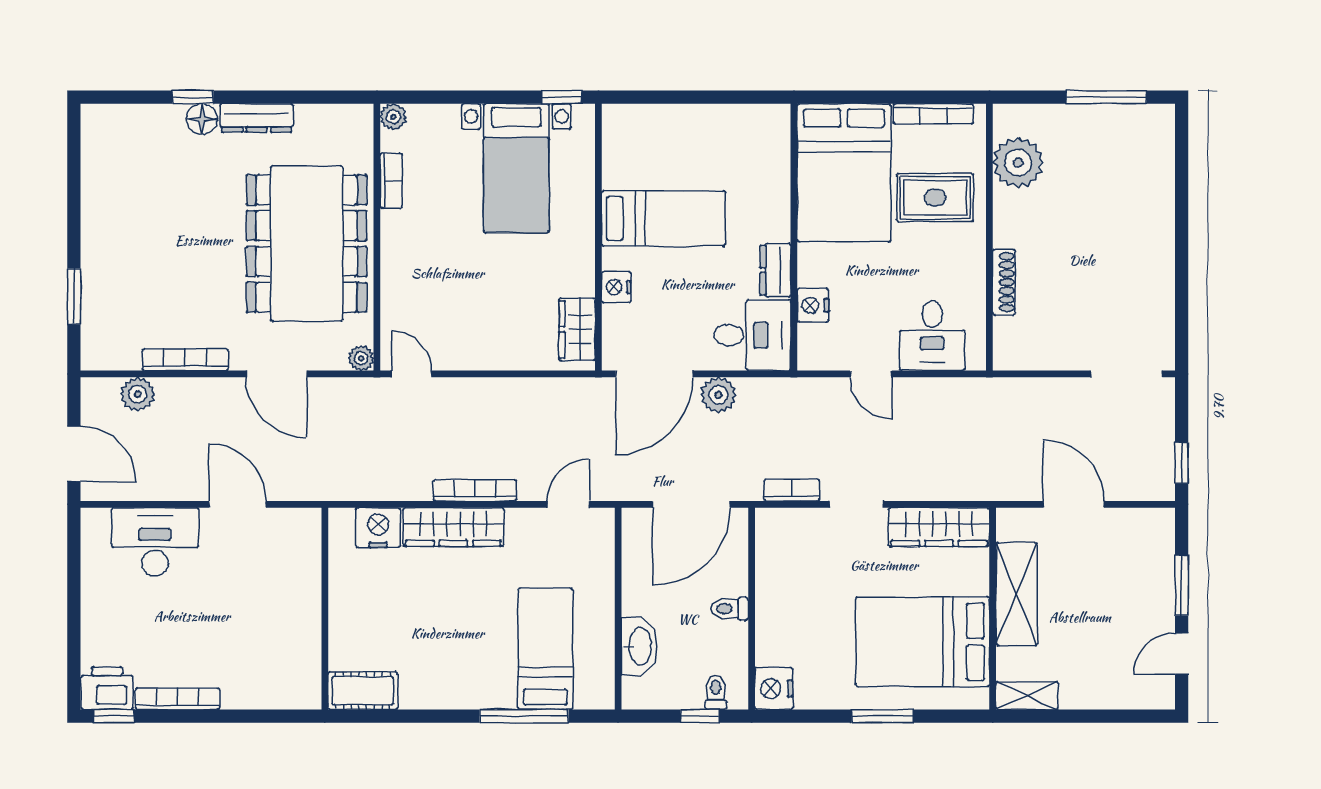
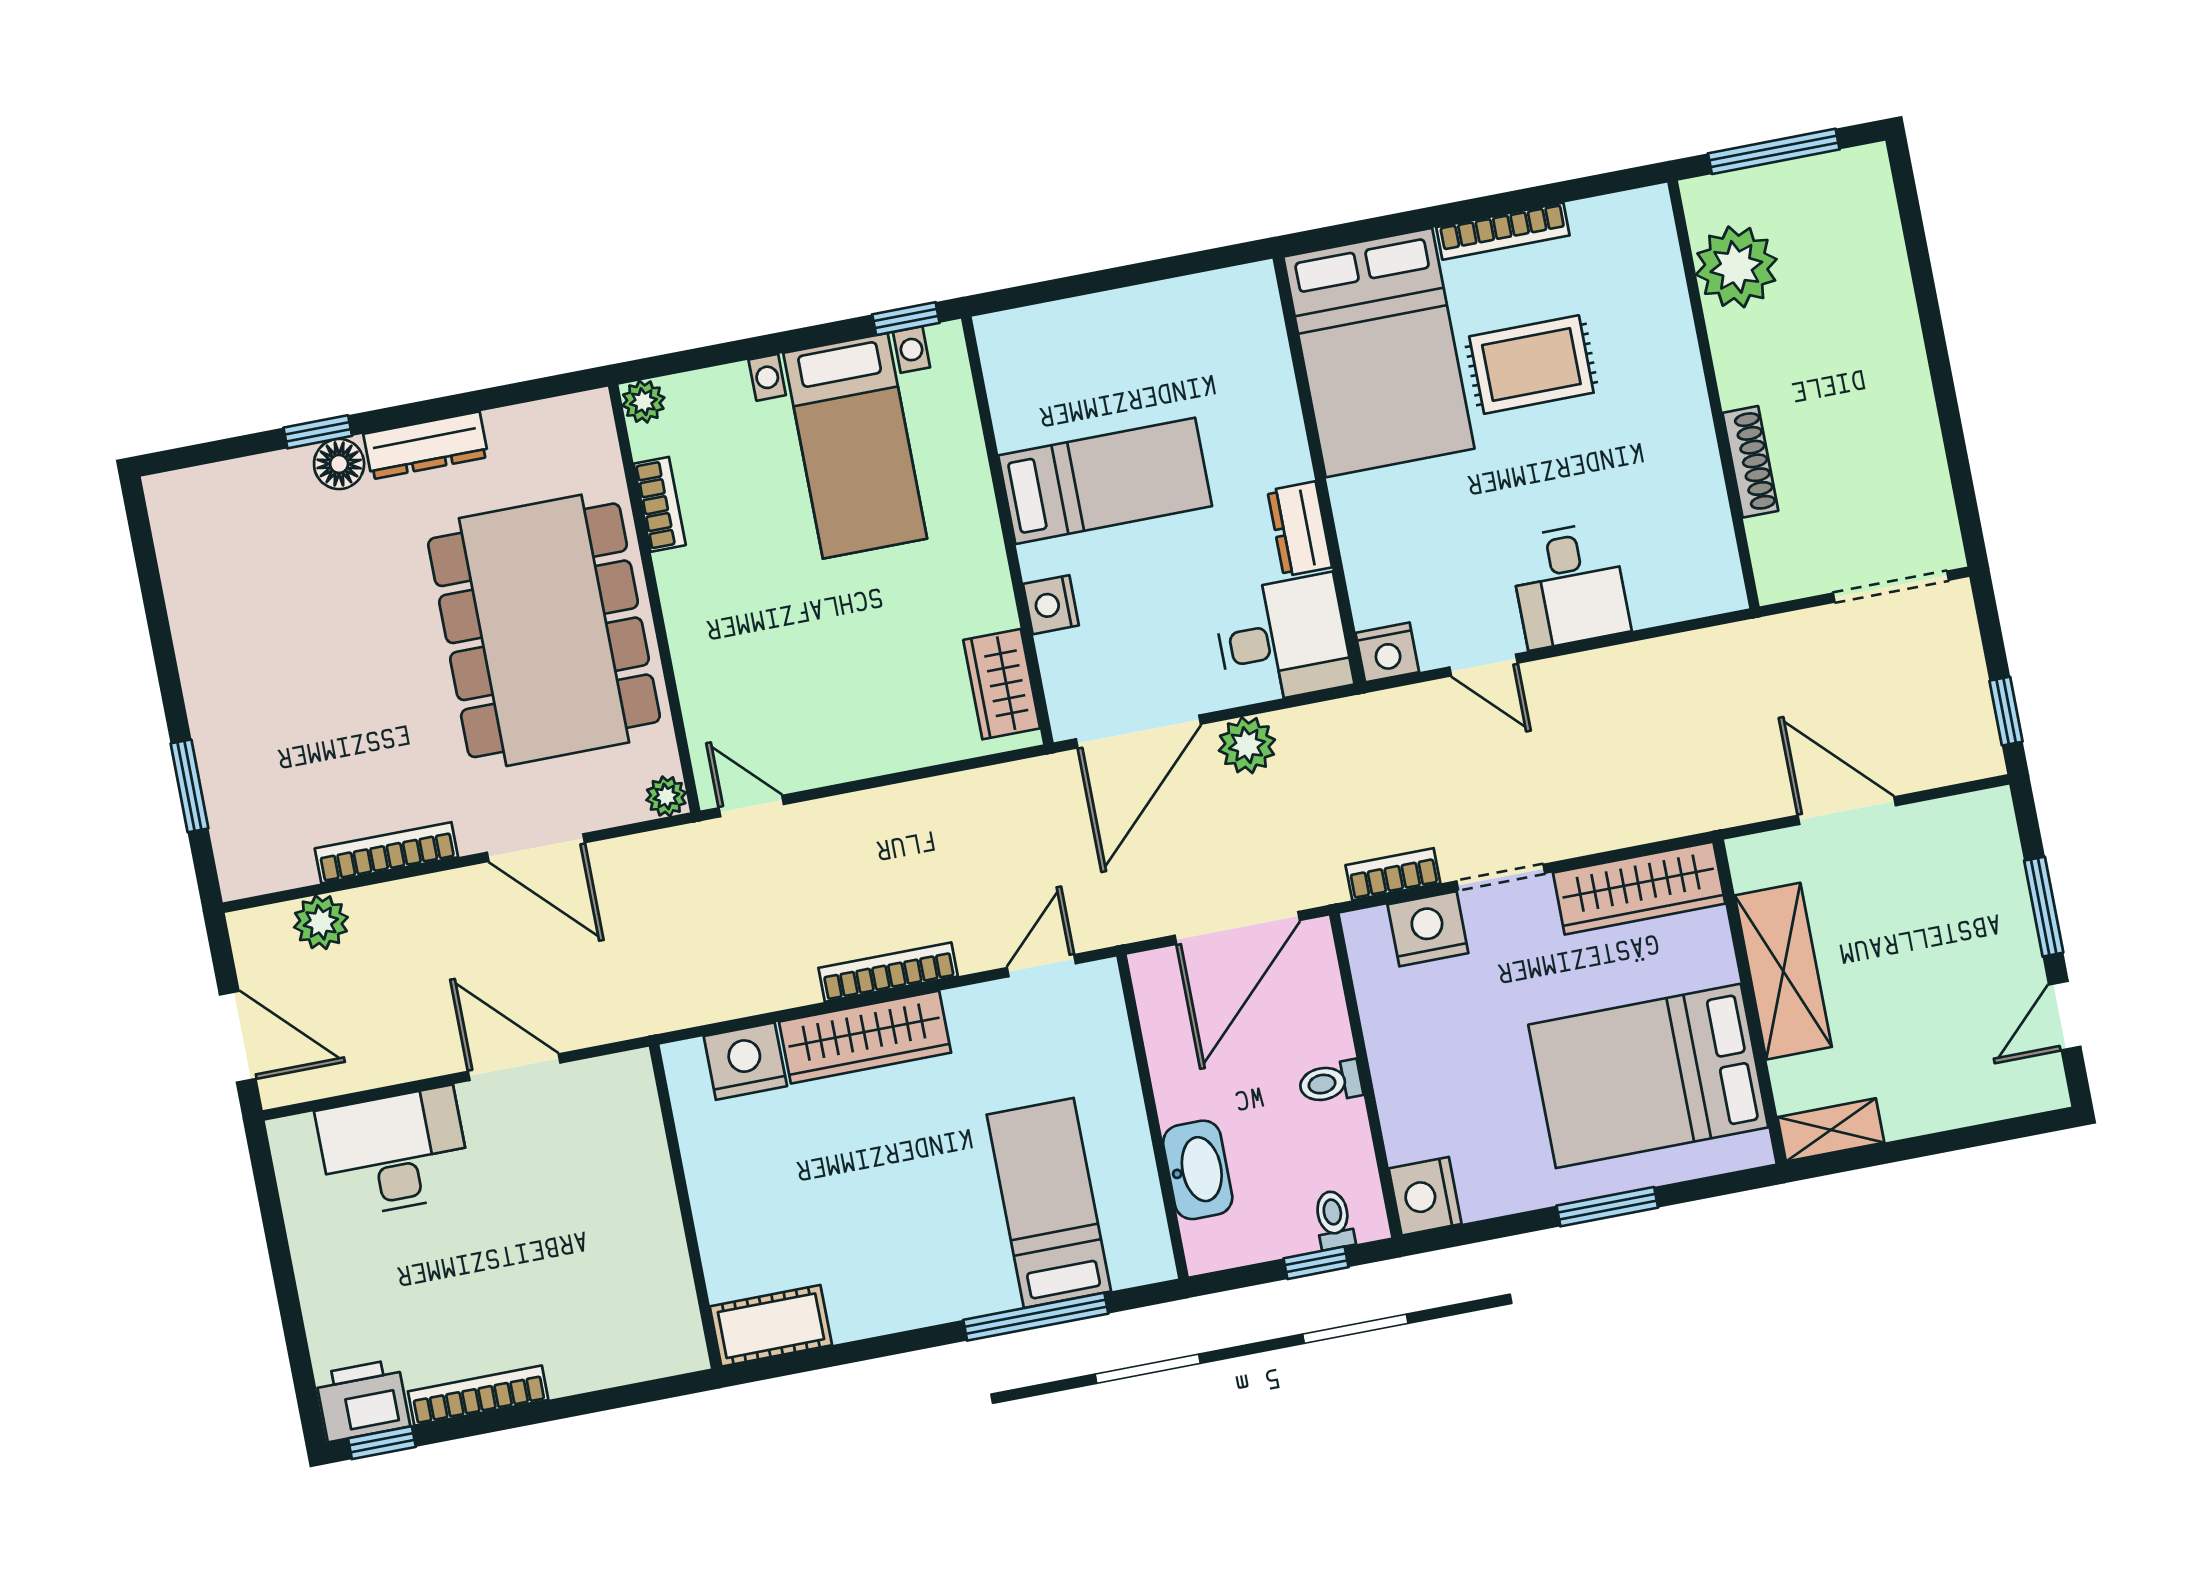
plant: (1018, 163) -> (1736, 267), moved
wall: (989, 237) -> (1714, 395), moved
shoe rack: (1004, 282) -> (1750, 462), moved
nightstand: (813, 305) -> (1387, 652), moved, turned -90
nightstand: (807, 527) -> (1428, 929), added

